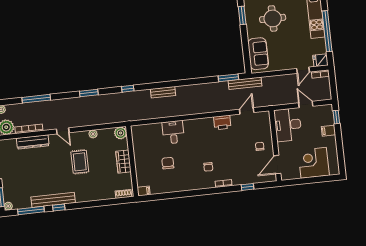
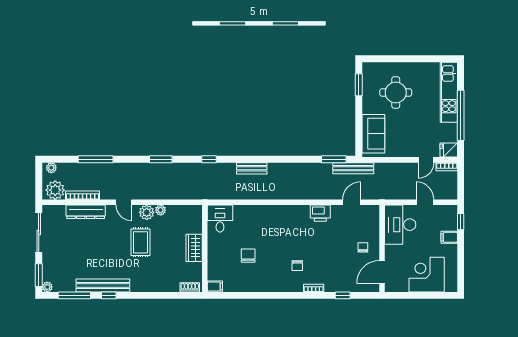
desk: (173, 132) -> (220, 218), moved
plant: (120, 133) -> (147, 212), moved

